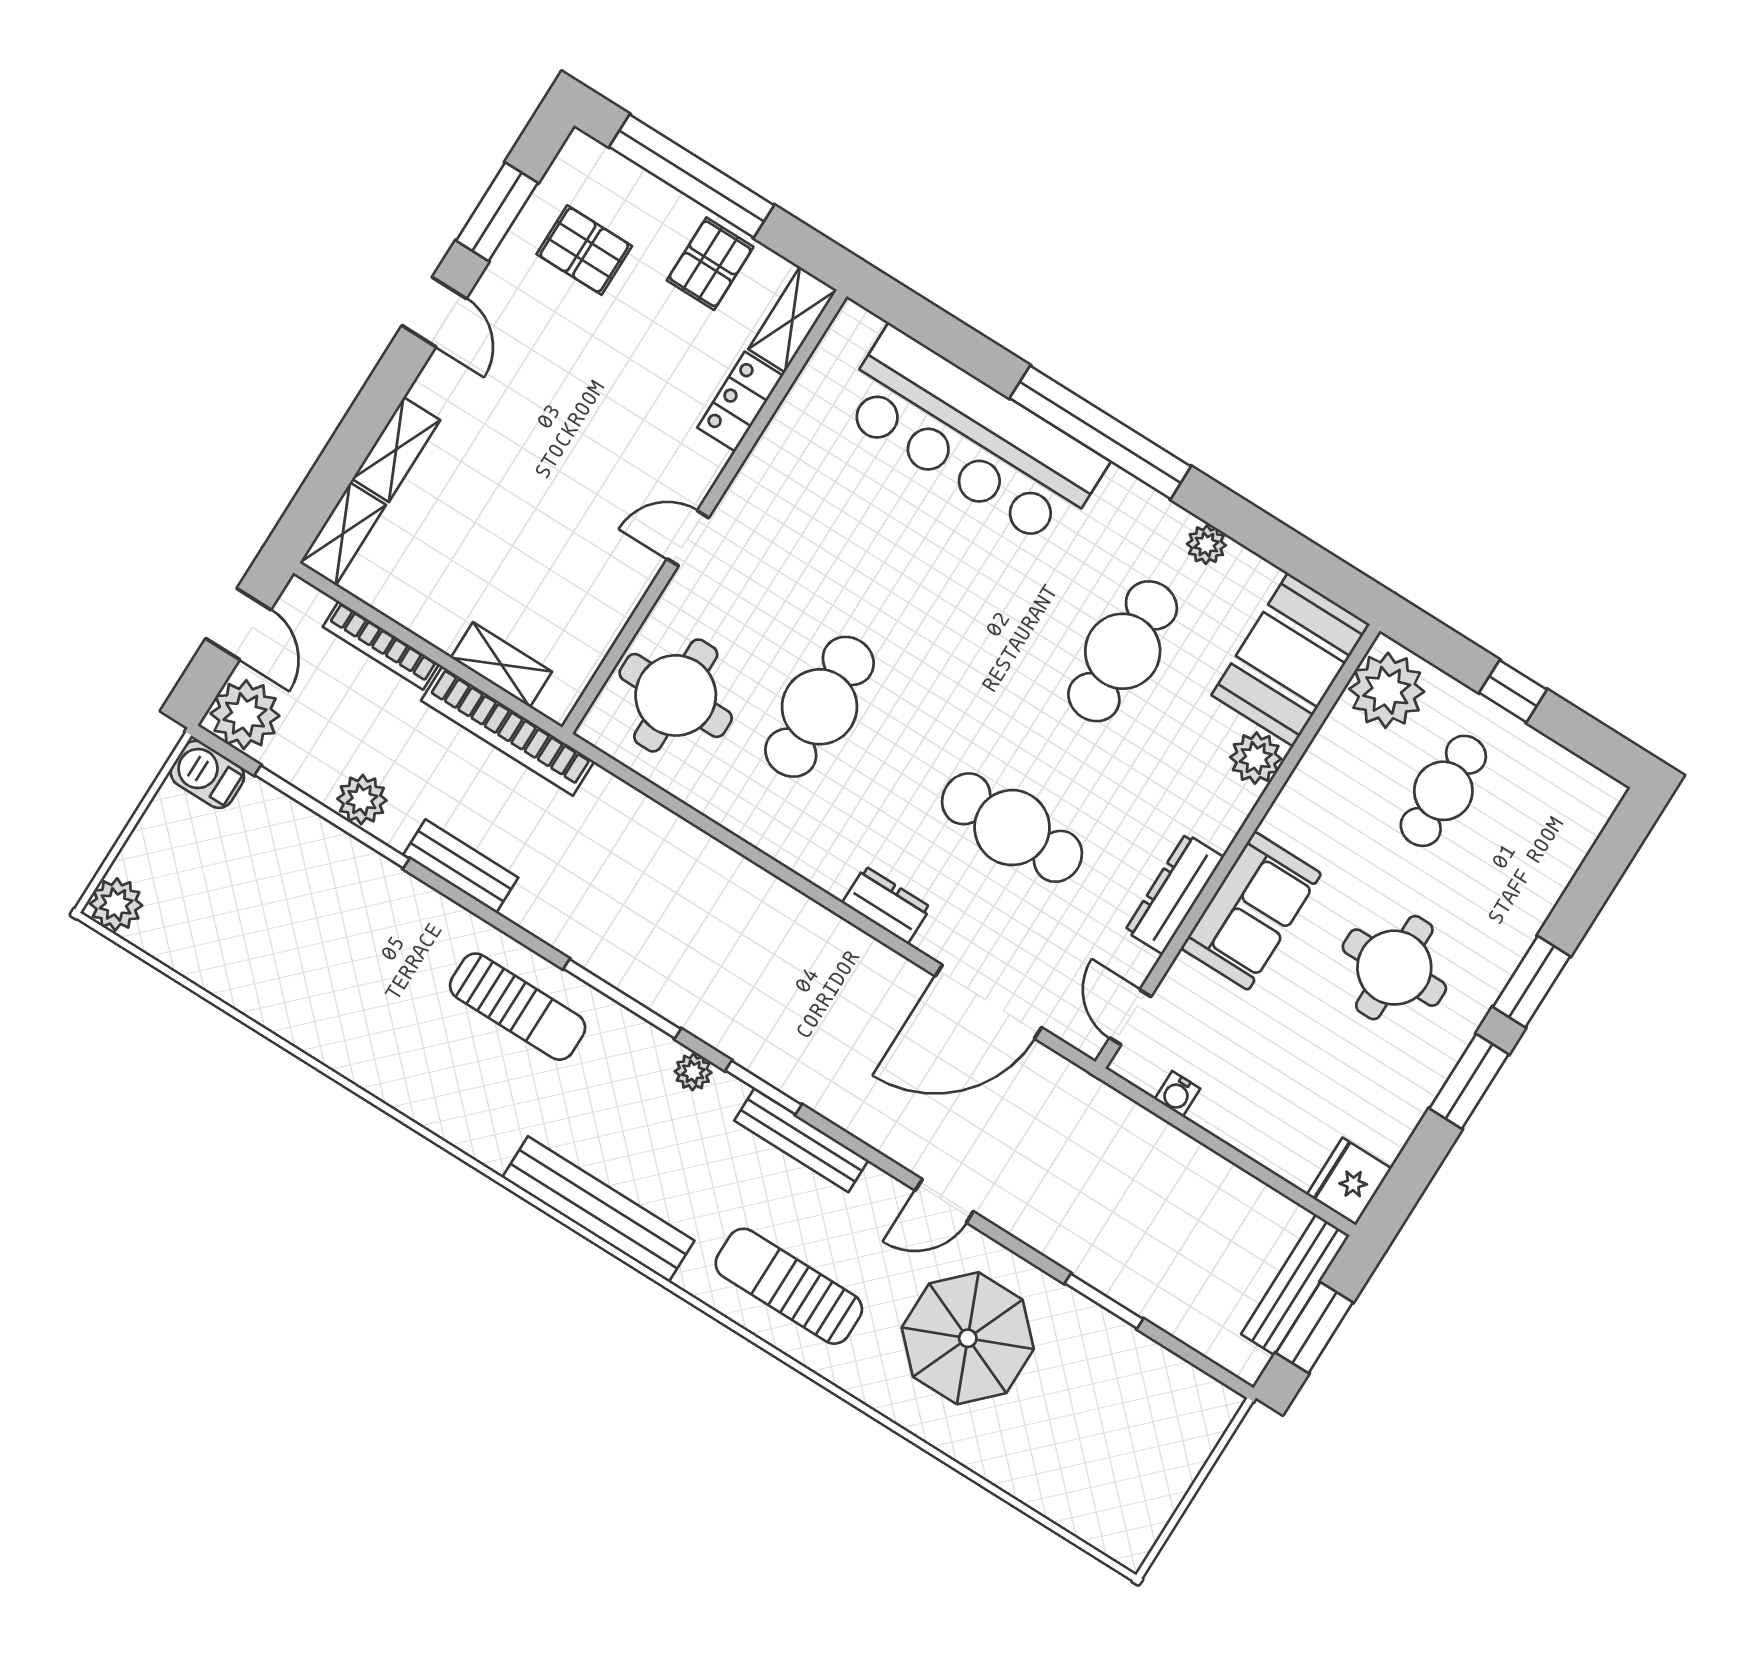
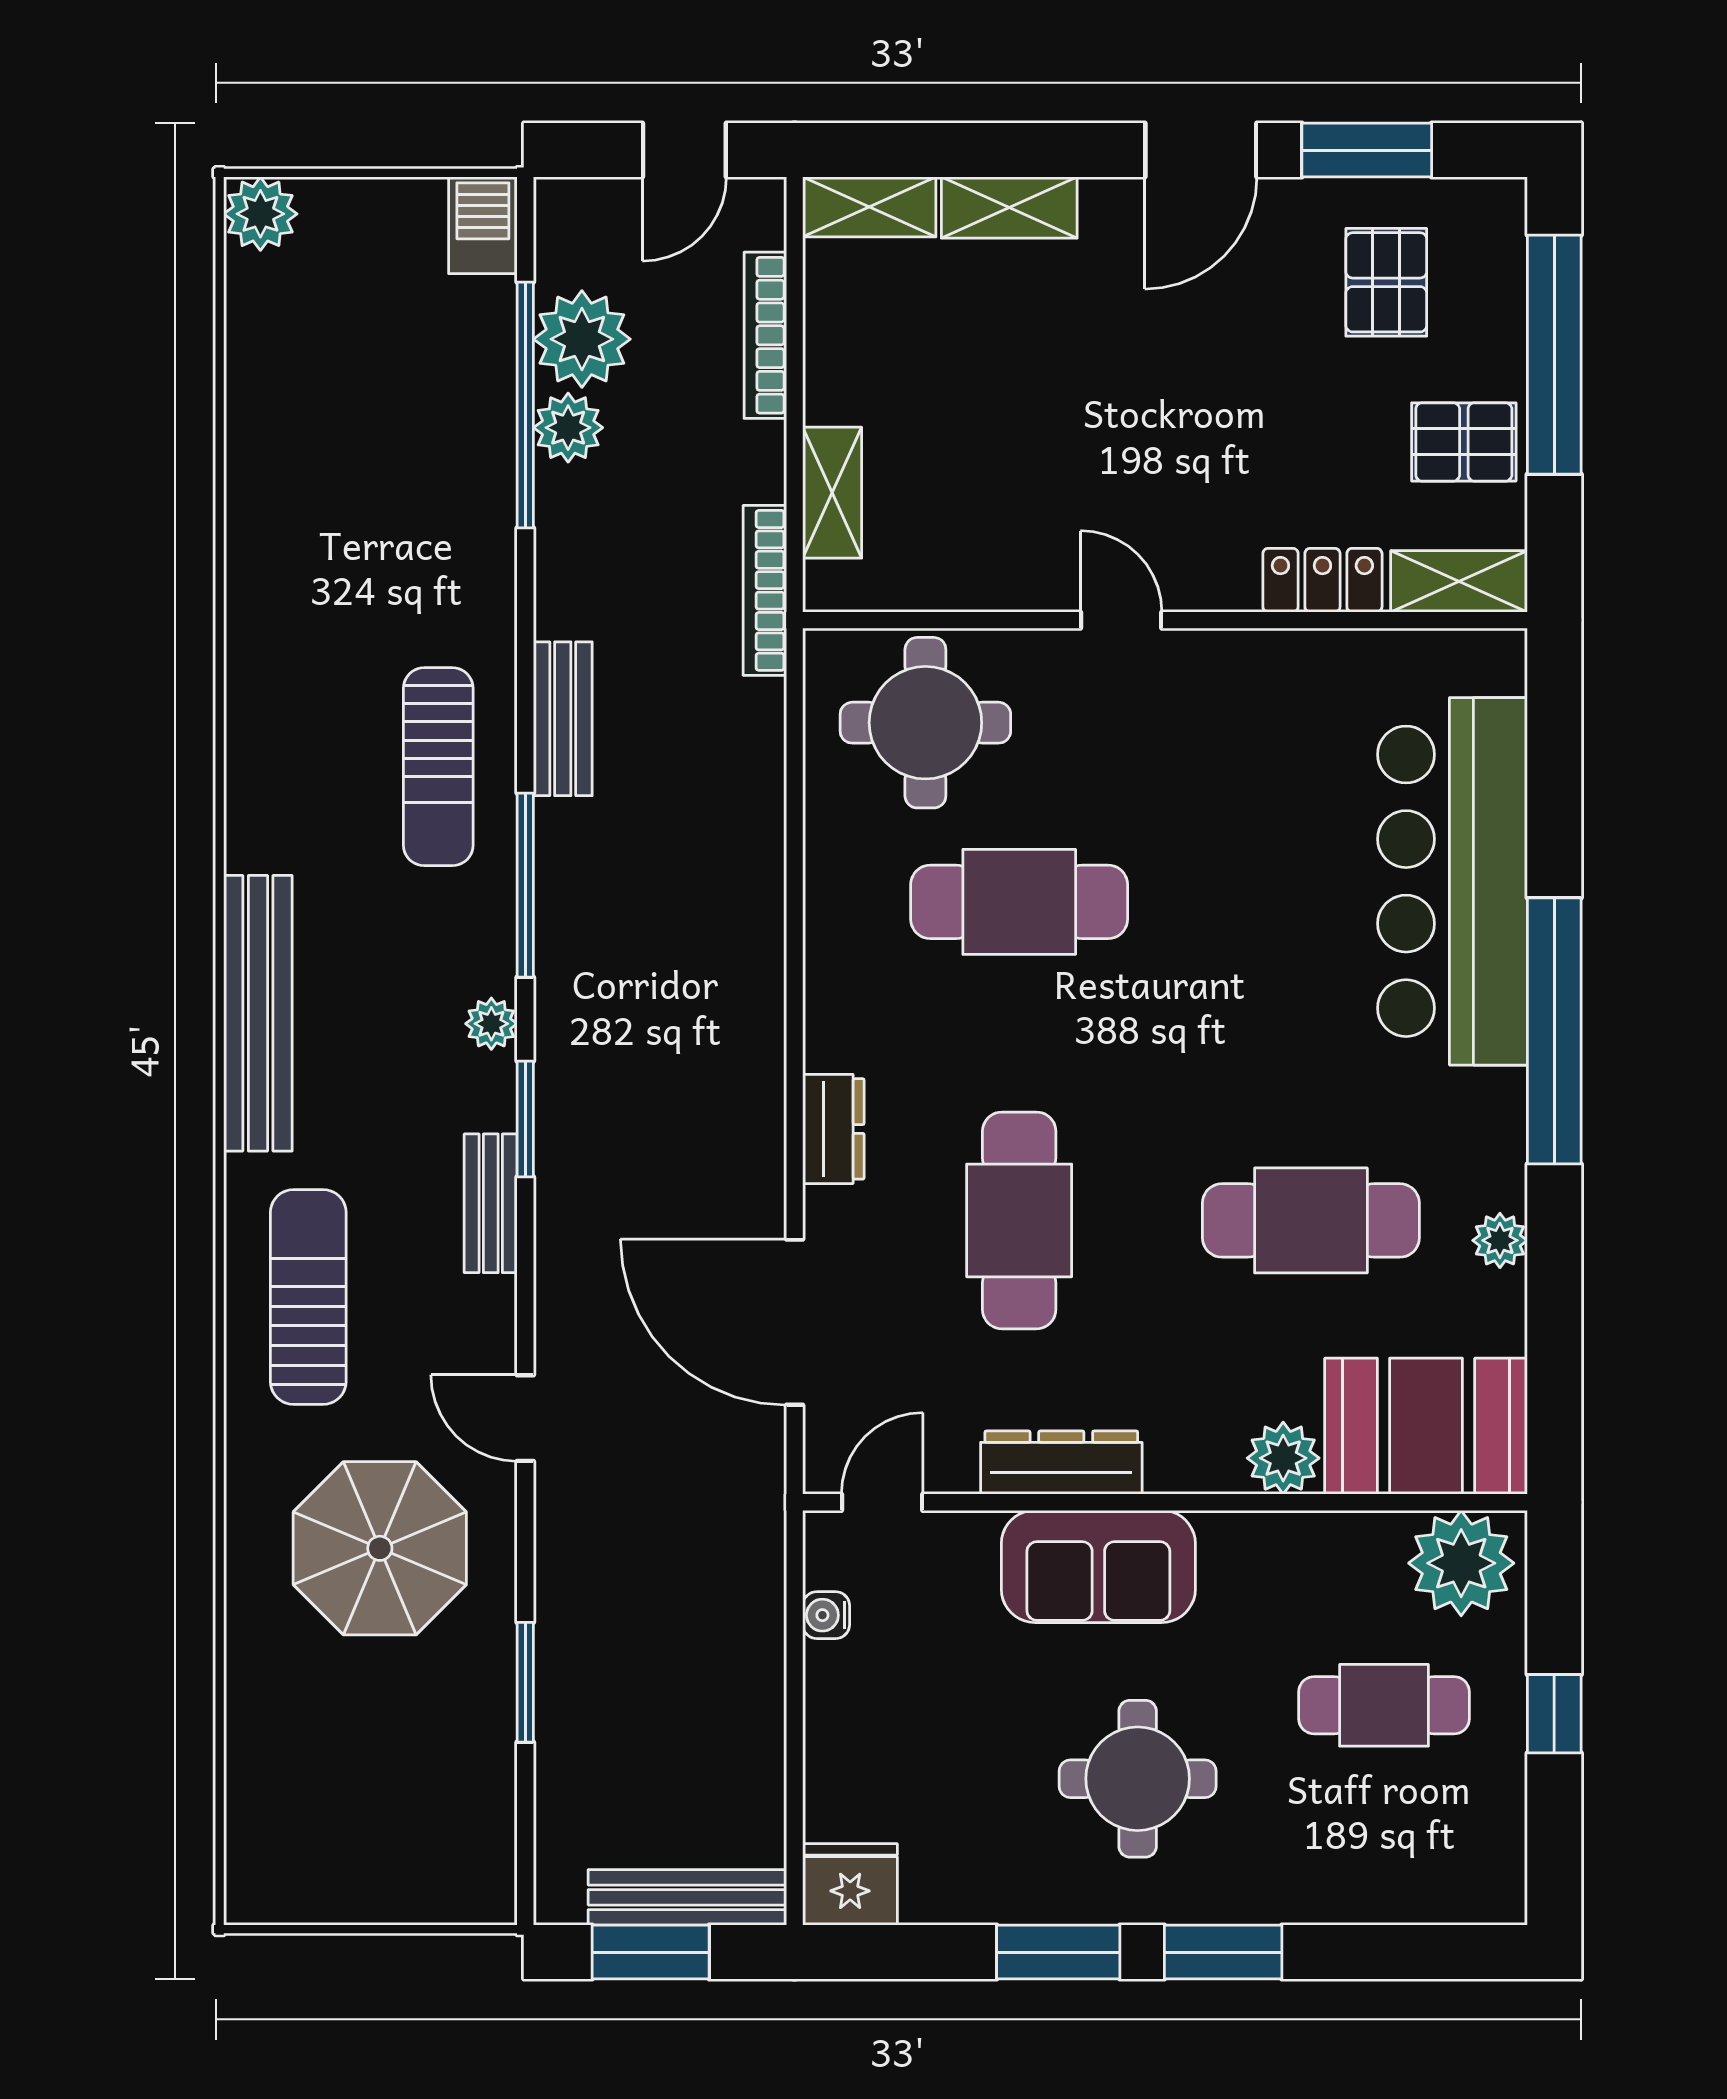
door: (434, 312) -> (1201, 150), width x1.38
plant: (245, 715) -> (582, 339), moved
bookcase: (508, 731) -> (765, 590), width x0.68, depth x0.76
bench: (461, 866) -> (563, 719), moved
bench: (801, 1140) -> (491, 1203), width x0.73

